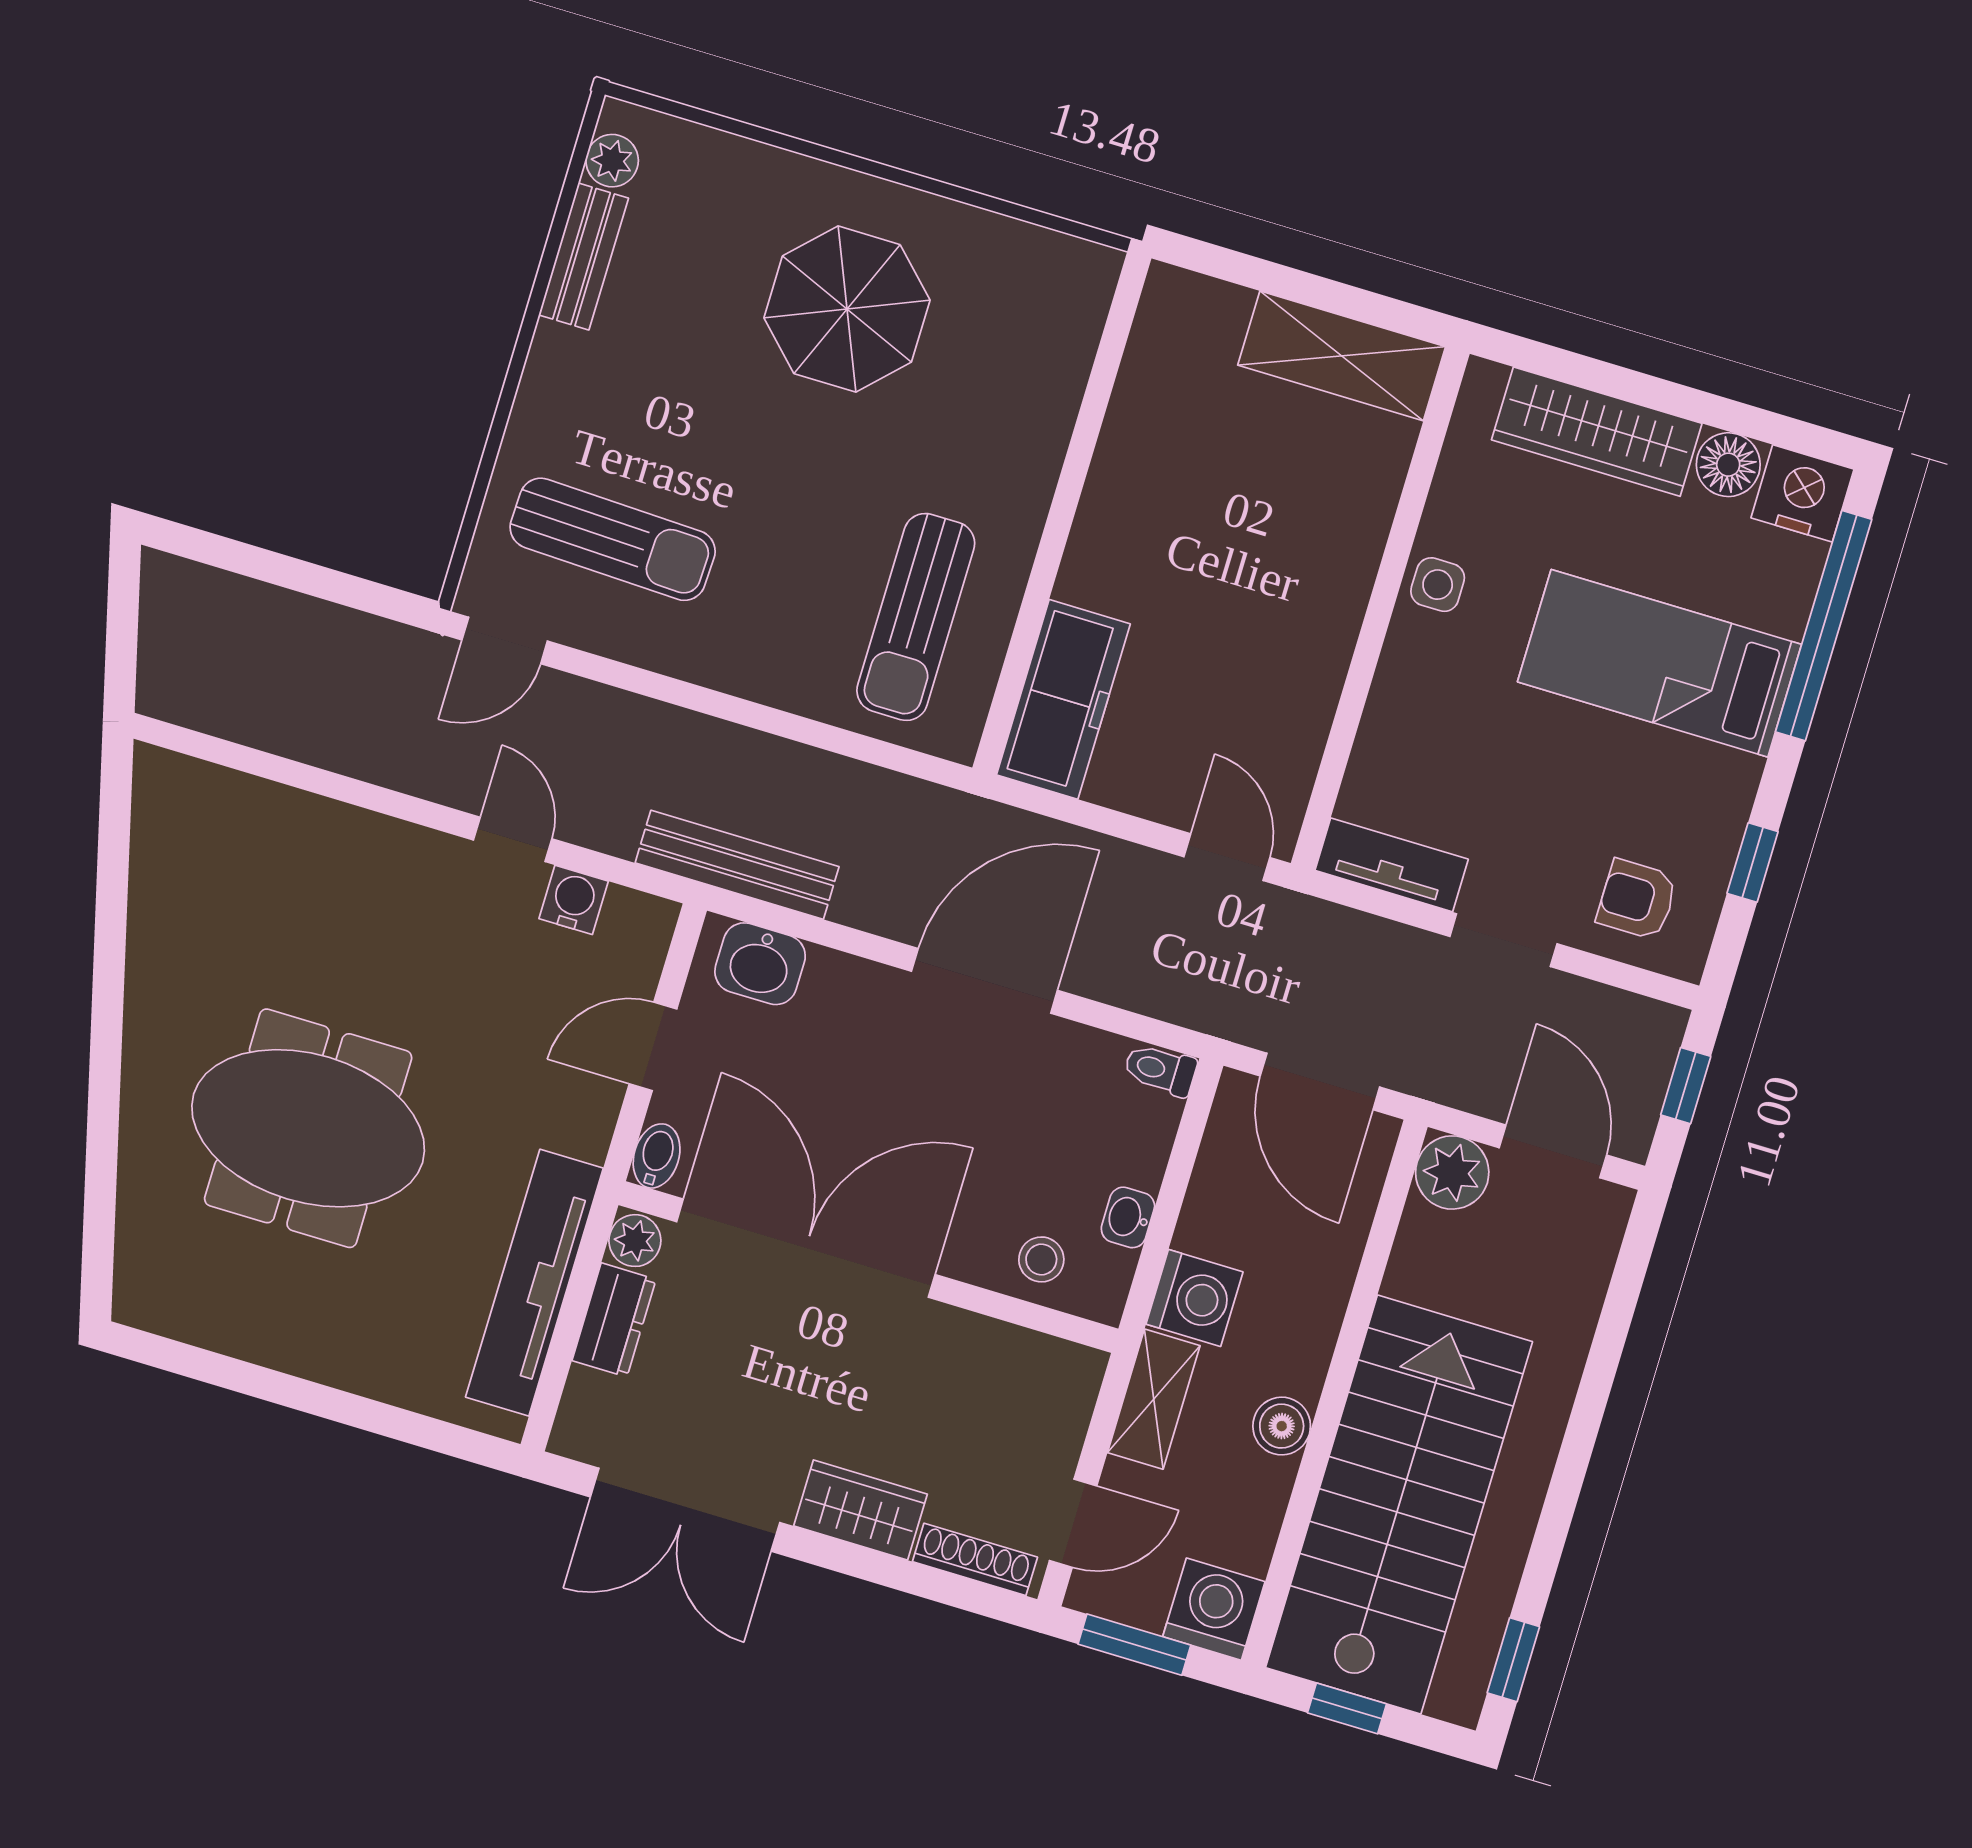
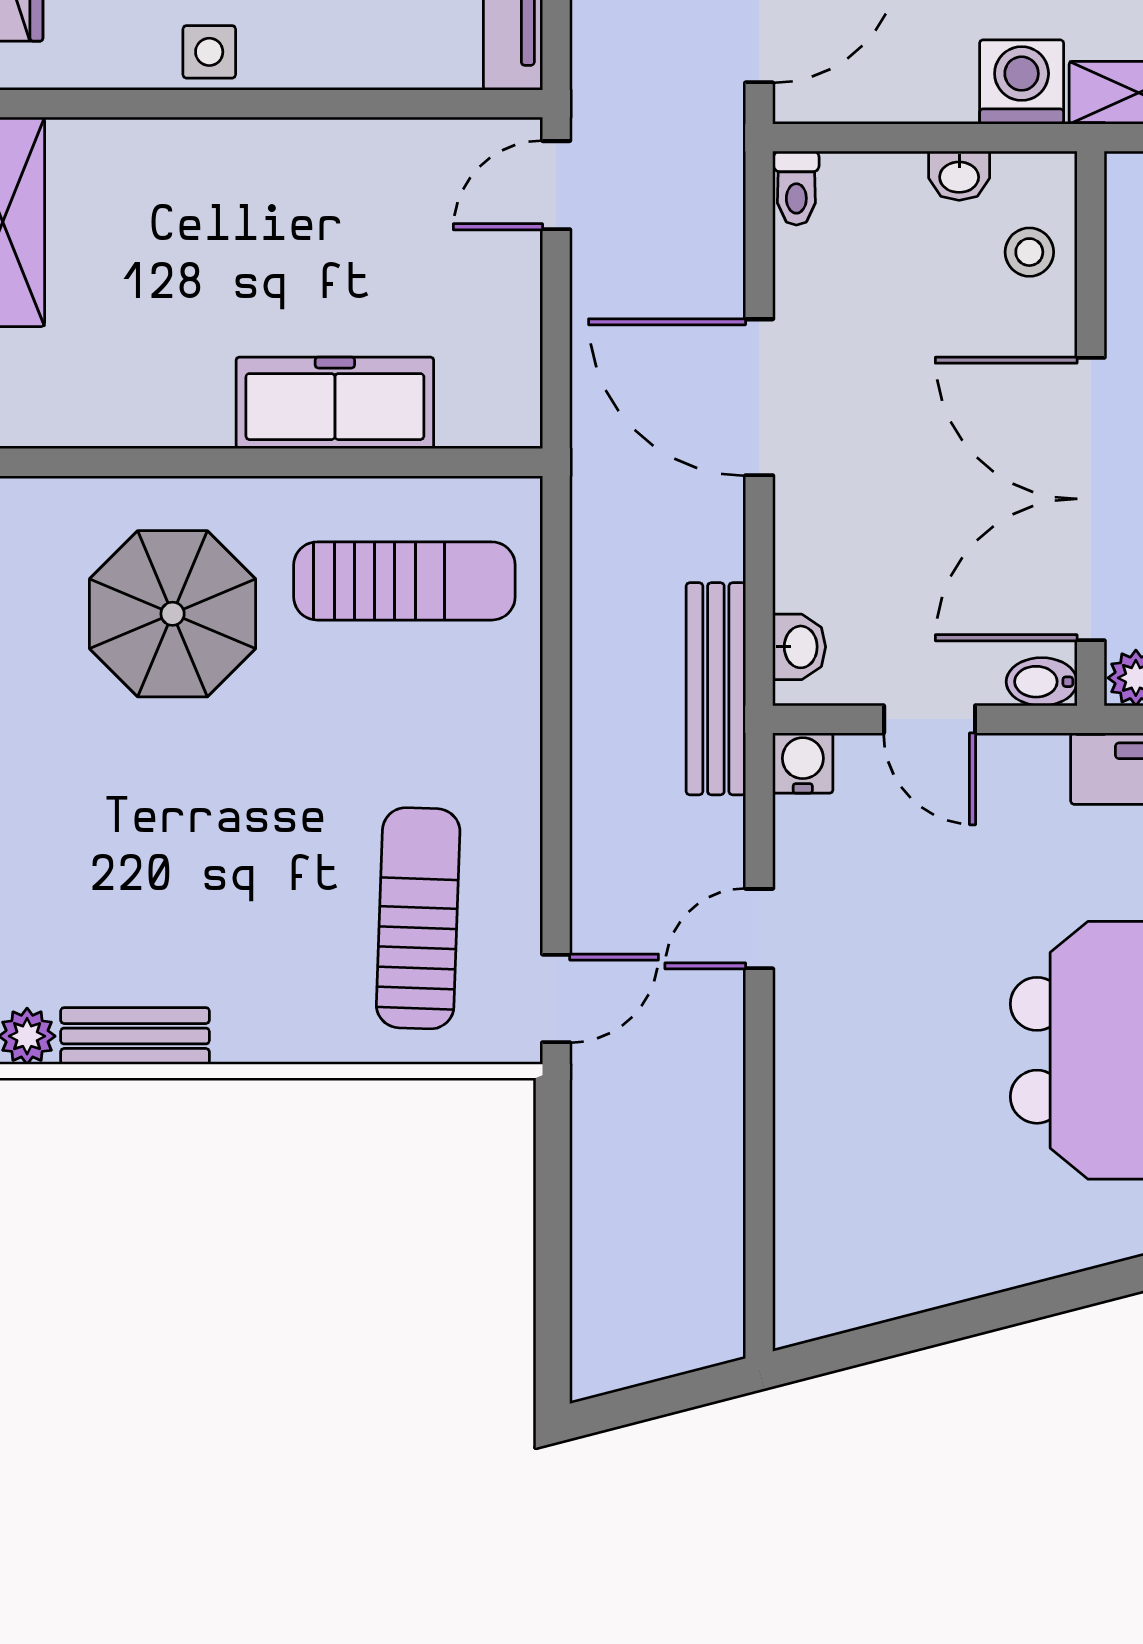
parasol: (847, 309) -> (173, 614), moved
door: (505, 640) -> (556, 998), hinge flipped
freezer: (1063, 699) -> (335, 403), moved
water cooler: (574, 900) -> (803, 763), moved, turned 90
washbasin: (760, 964) -> (799, 647), width x0.72, depth x0.69

